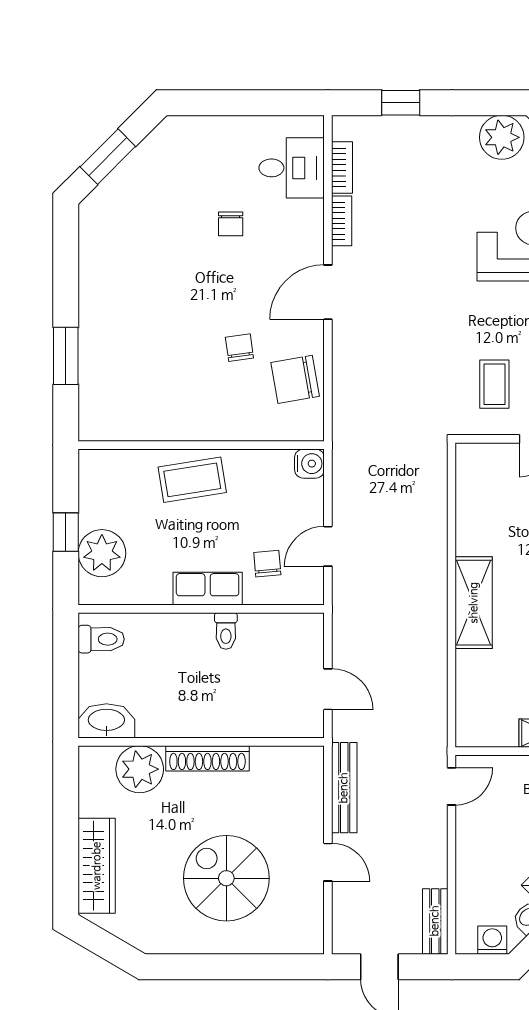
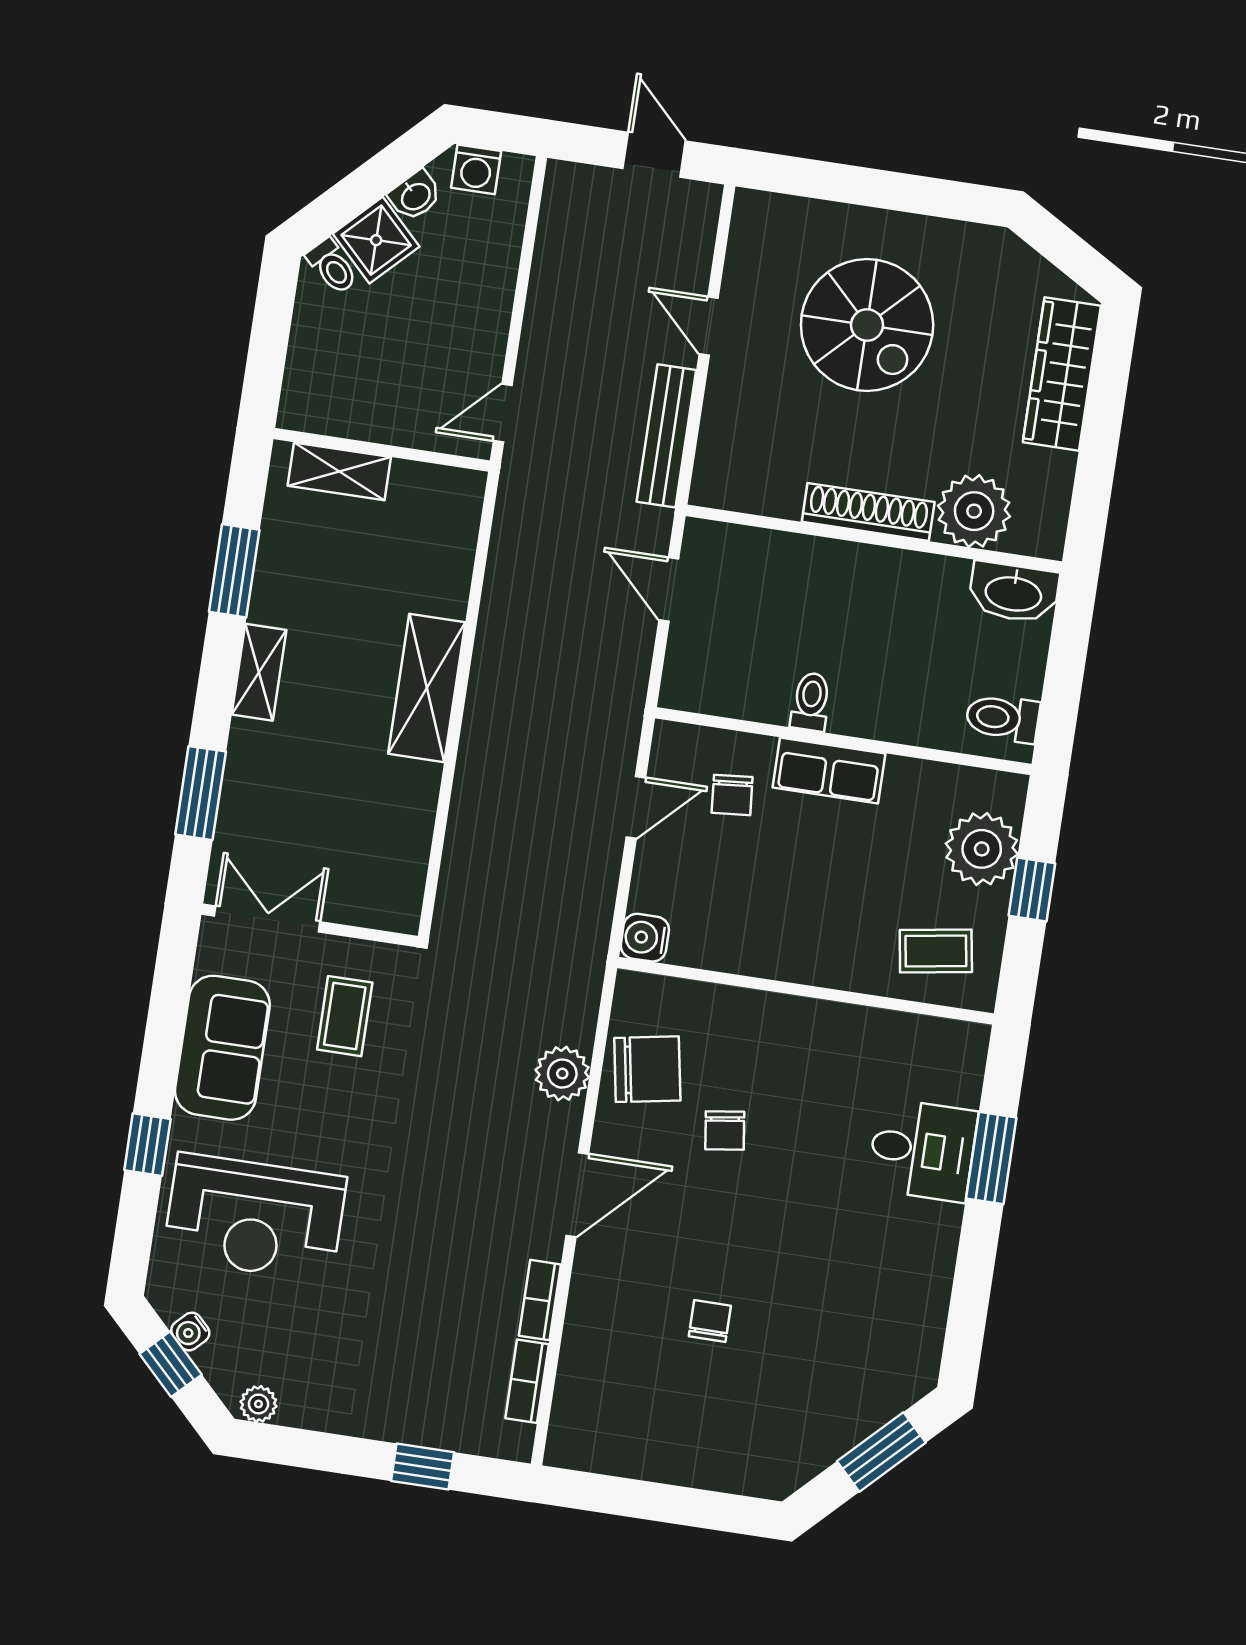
plant: (502, 137) -> (258, 1404), width x0.53, depth x0.53
desk: (292, 168) -> (922, 1150), moved, turned 180
plant: (349, 368) -> (562, 1074), added
coffee table: (192, 480) -> (936, 951), moved, width x0.73, depth x0.77
bench: (435, 921) -> (559, 211), removed

